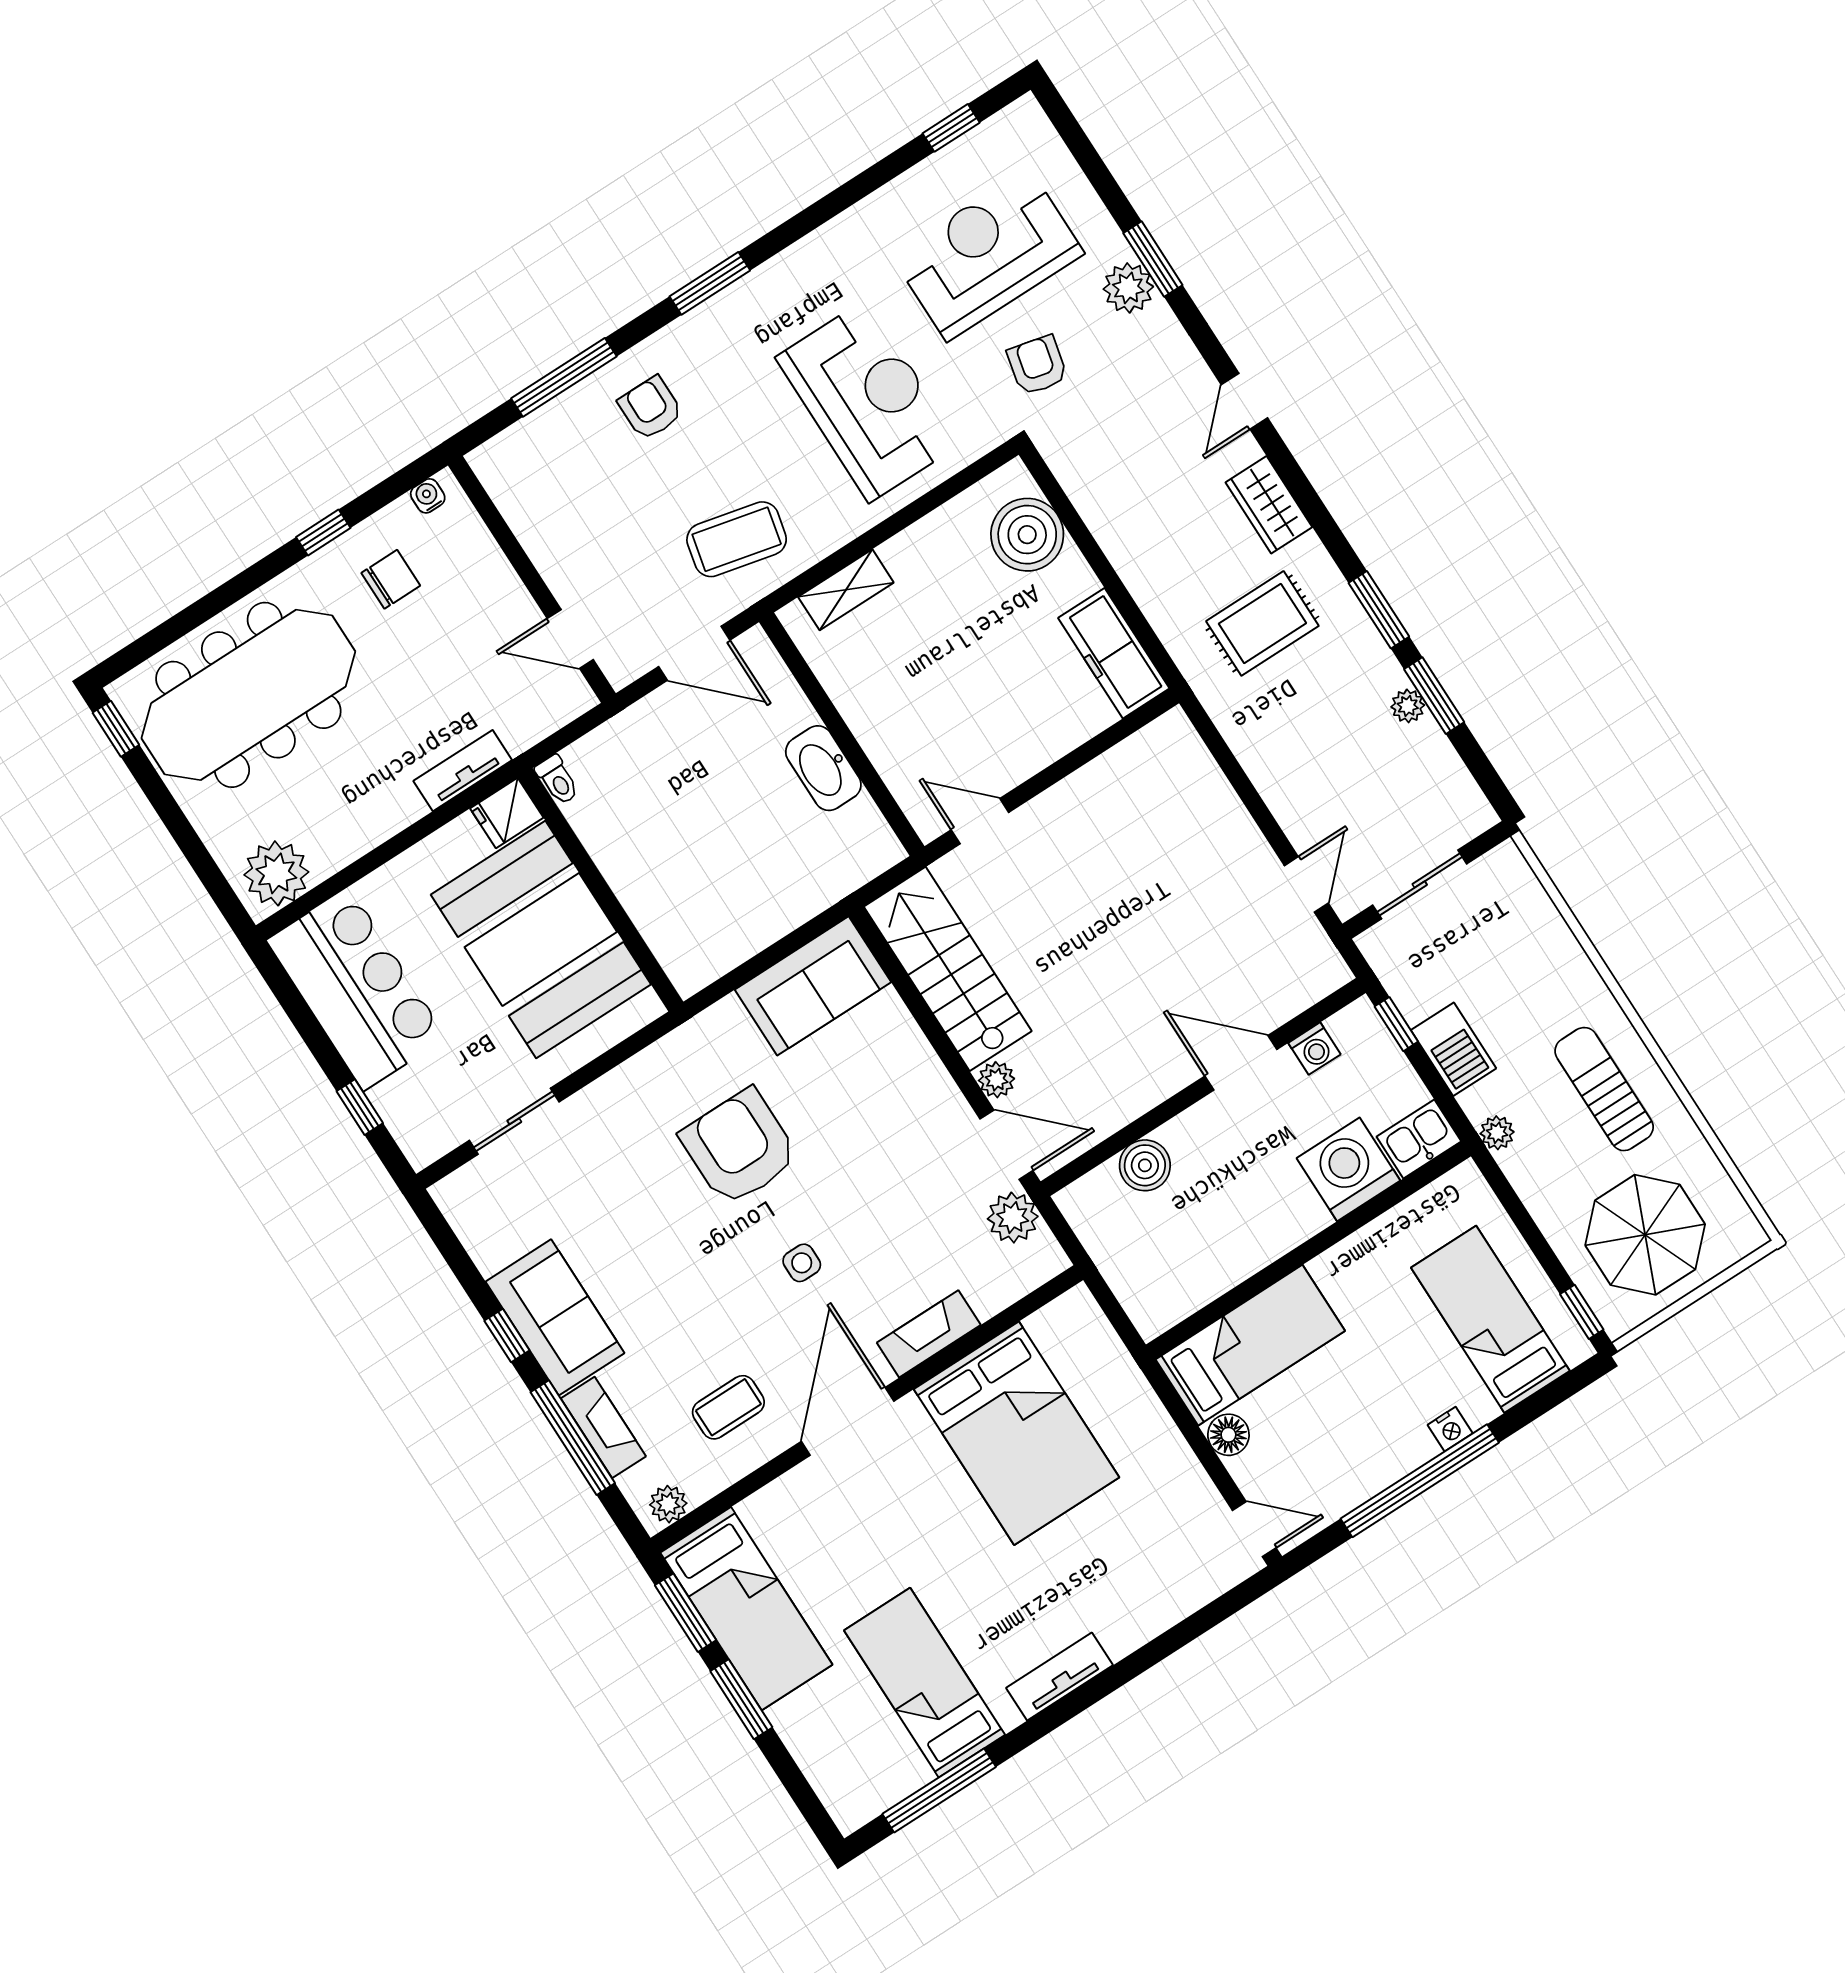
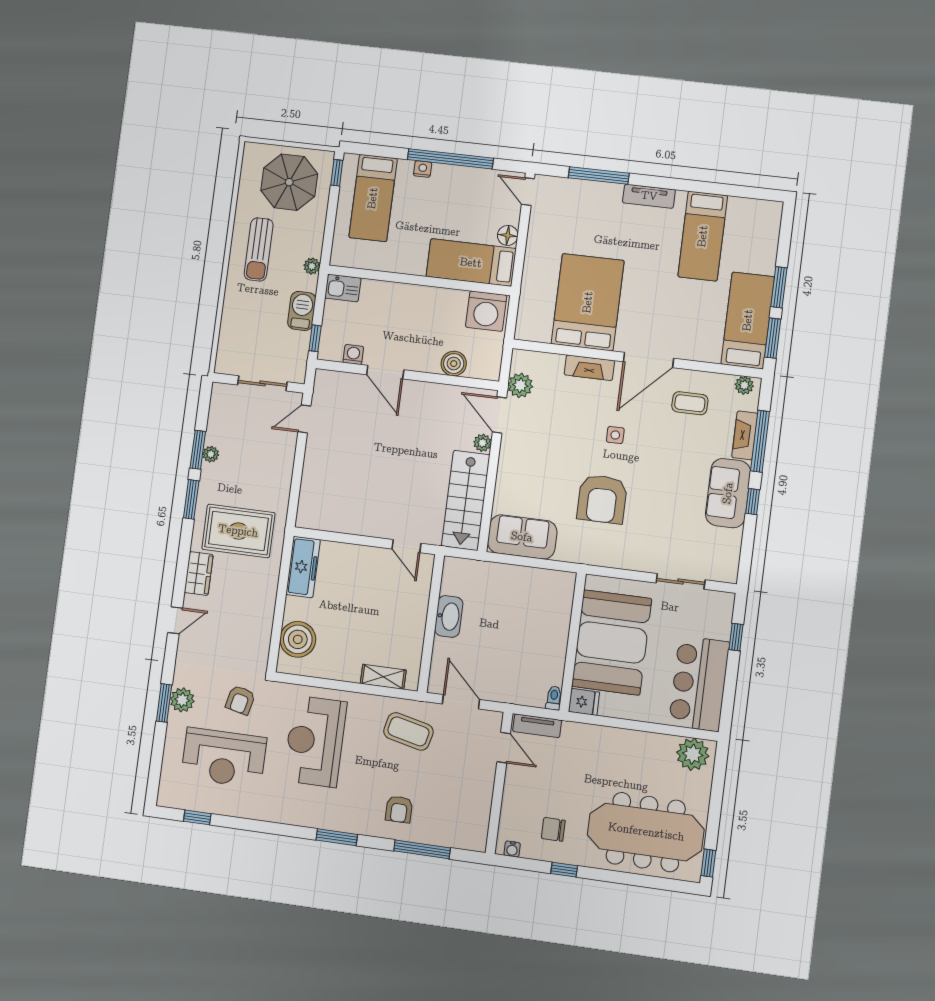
rug: (1262, 623) -> (238, 531), width x1.36, depth x1.43
tv unit: (463, 771) -> (537, 726), moved
washing machine: (1348, 1169) -> (486, 311), moved
window: (939, 1790) -> (599, 175), moved

